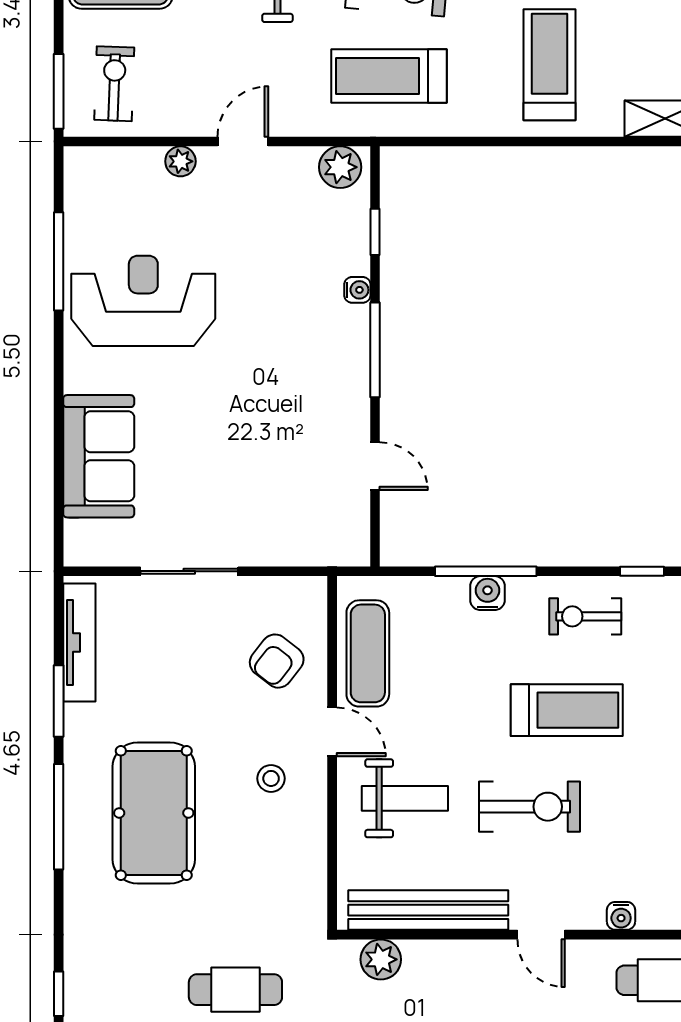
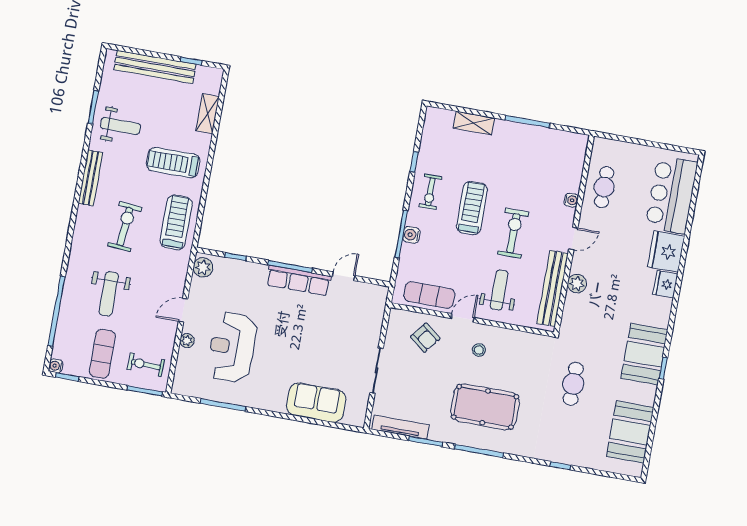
treadmill: (389, 76) -> (176, 222), moved, turned 180
door: (243, 141) -> (183, 310), hinge flipped
water cooler: (357, 290) -> (261, 270), removed
reception desk: (143, 301) -> (232, 347), moved
row of seats: (349, 373) -> (299, 281), added
plant: (381, 959) -> (577, 284), moved

